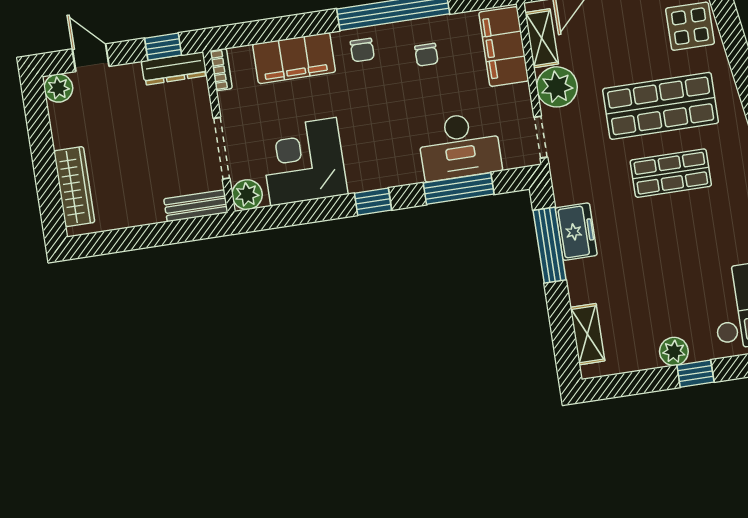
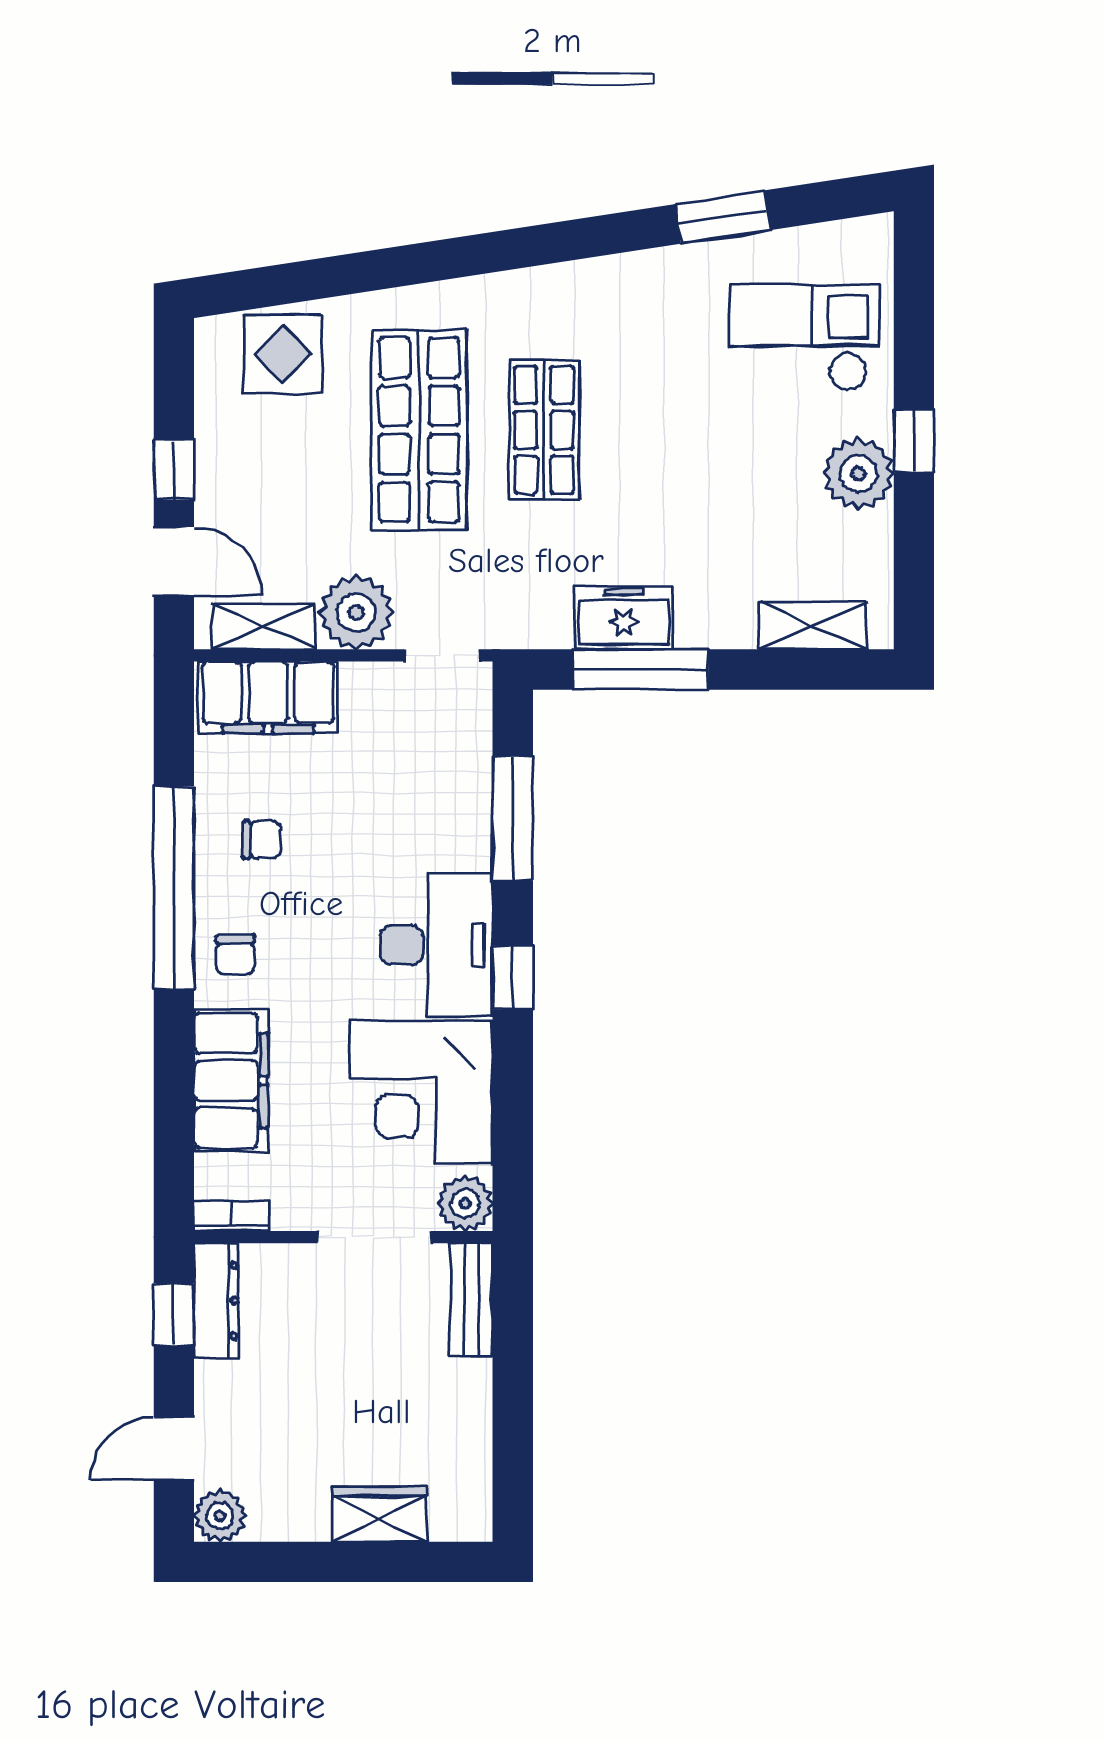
chair: (362, 50) -> (235, 955), turned 90
desk: (459, 146) -> (436, 945), moved
wardrobe: (74, 187) -> (379, 1514), width x0.67
plant: (674, 351) -> (858, 474), width x1.36, depth x1.36

